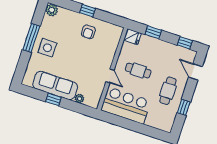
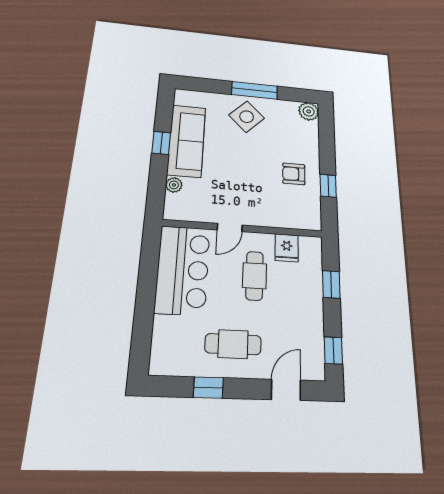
window: (88, 11) -> (328, 186), moved
fridge: (132, 37) -> (287, 248), moved
side table: (47, 48) -> (247, 117), turned 45

